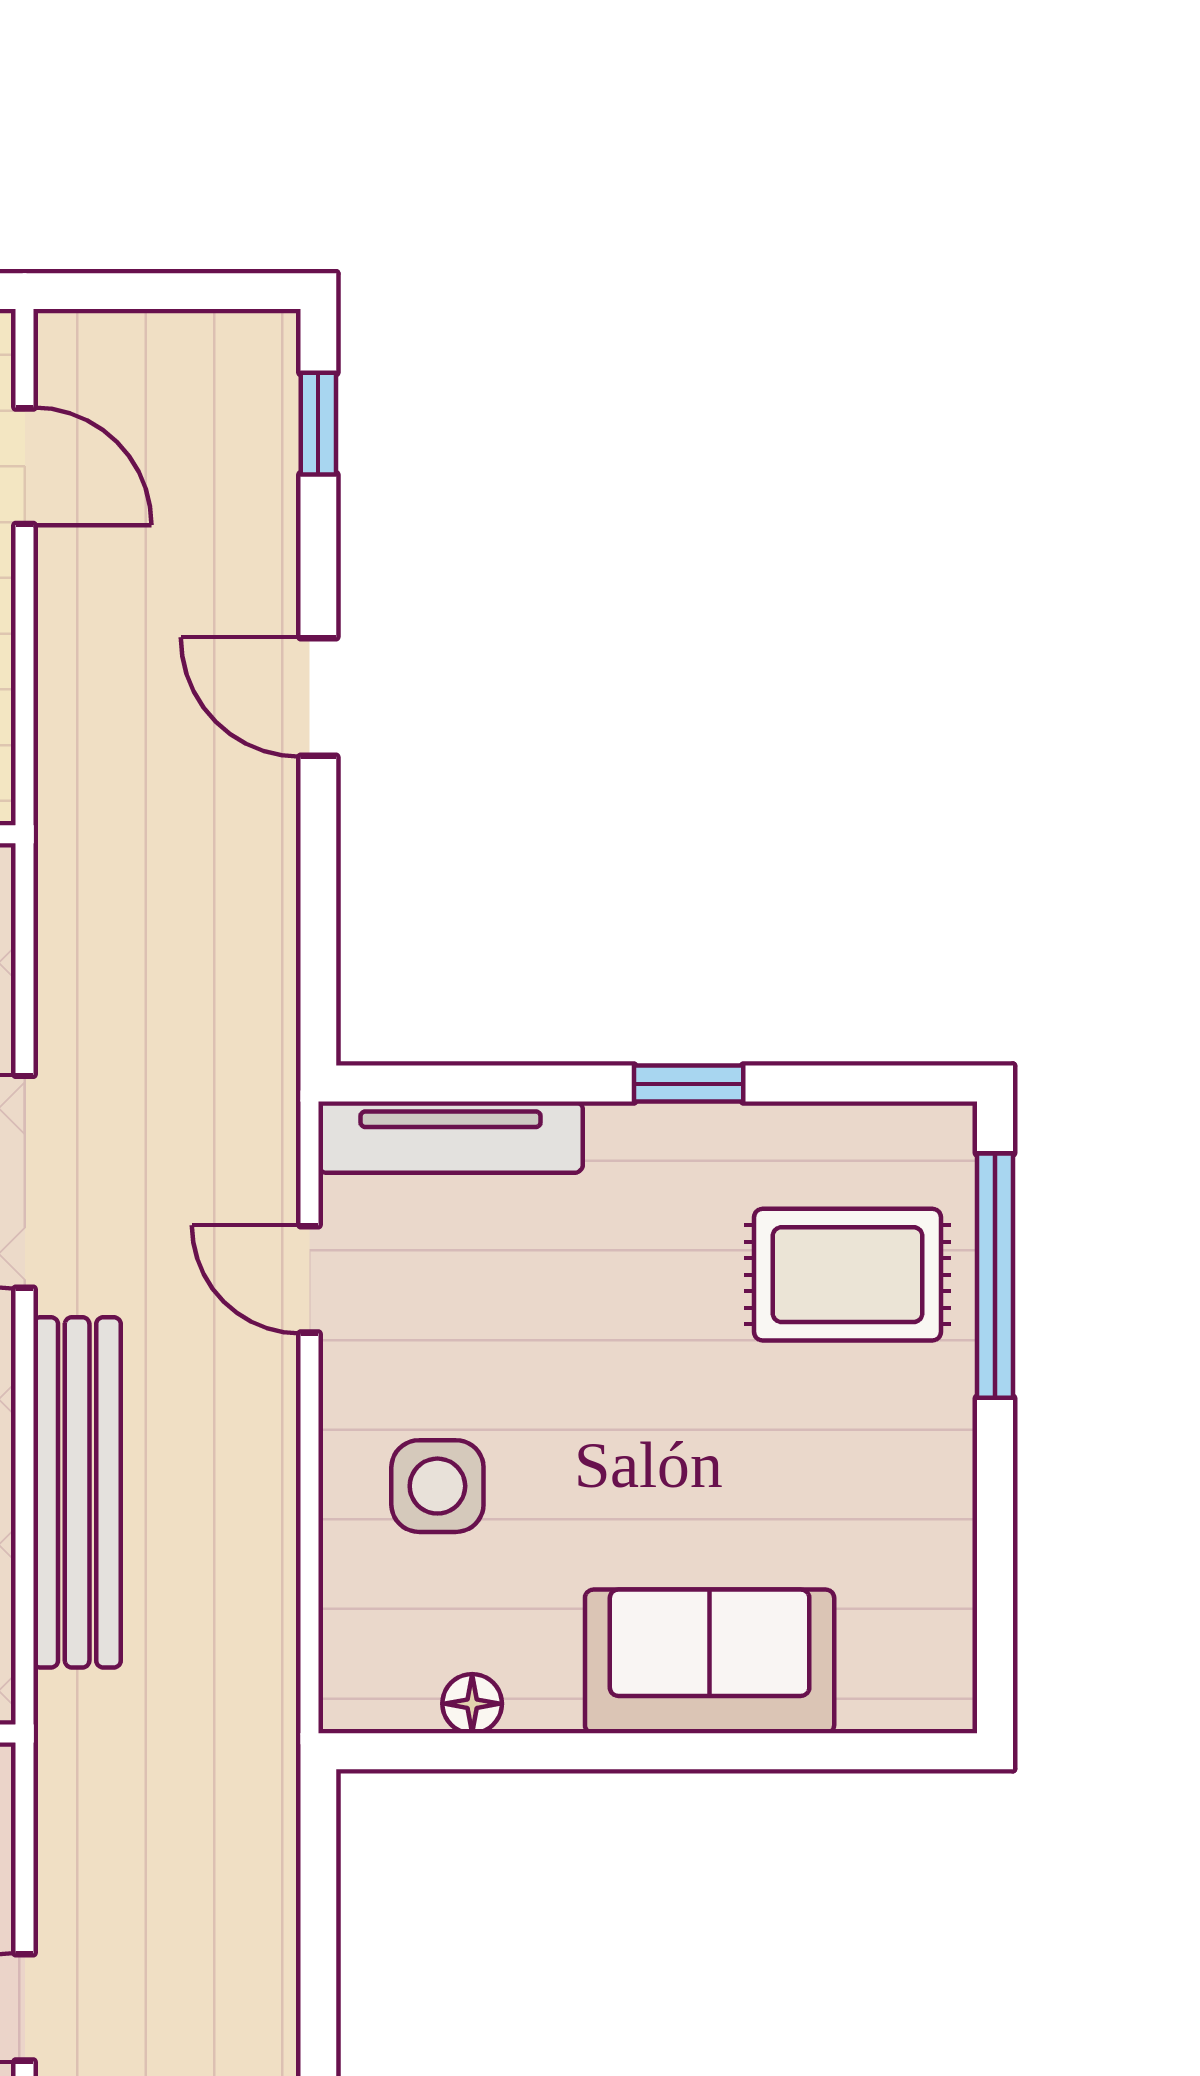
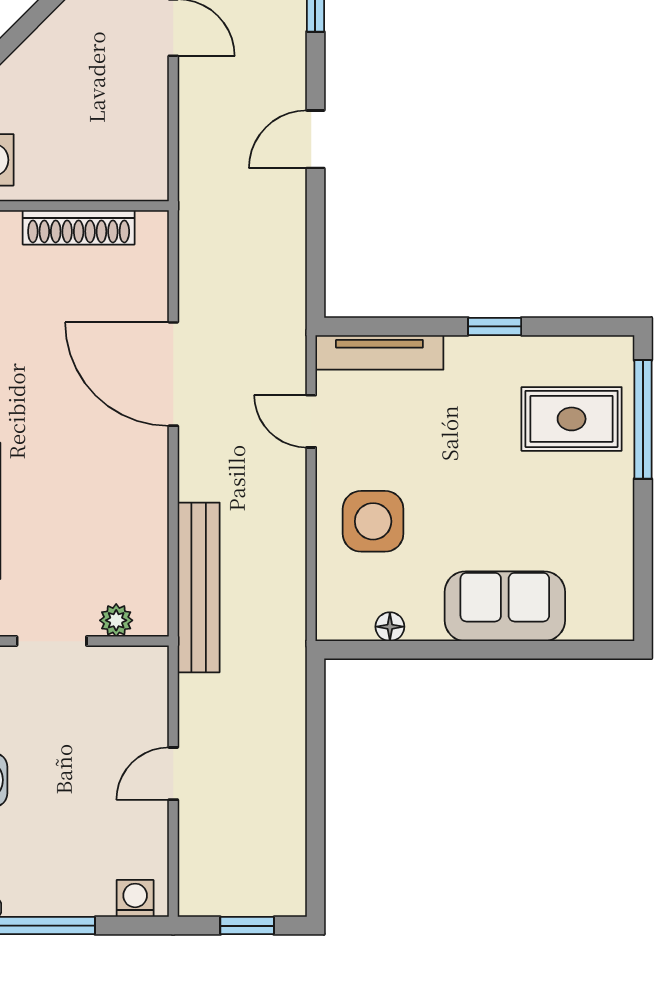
door: (318, 697) -> (315, 139), hinge flipped
side table: (437, 1486) -> (373, 521), width x1.37, depth x1.37
bench: (77, 1492) -> (199, 587), moved

